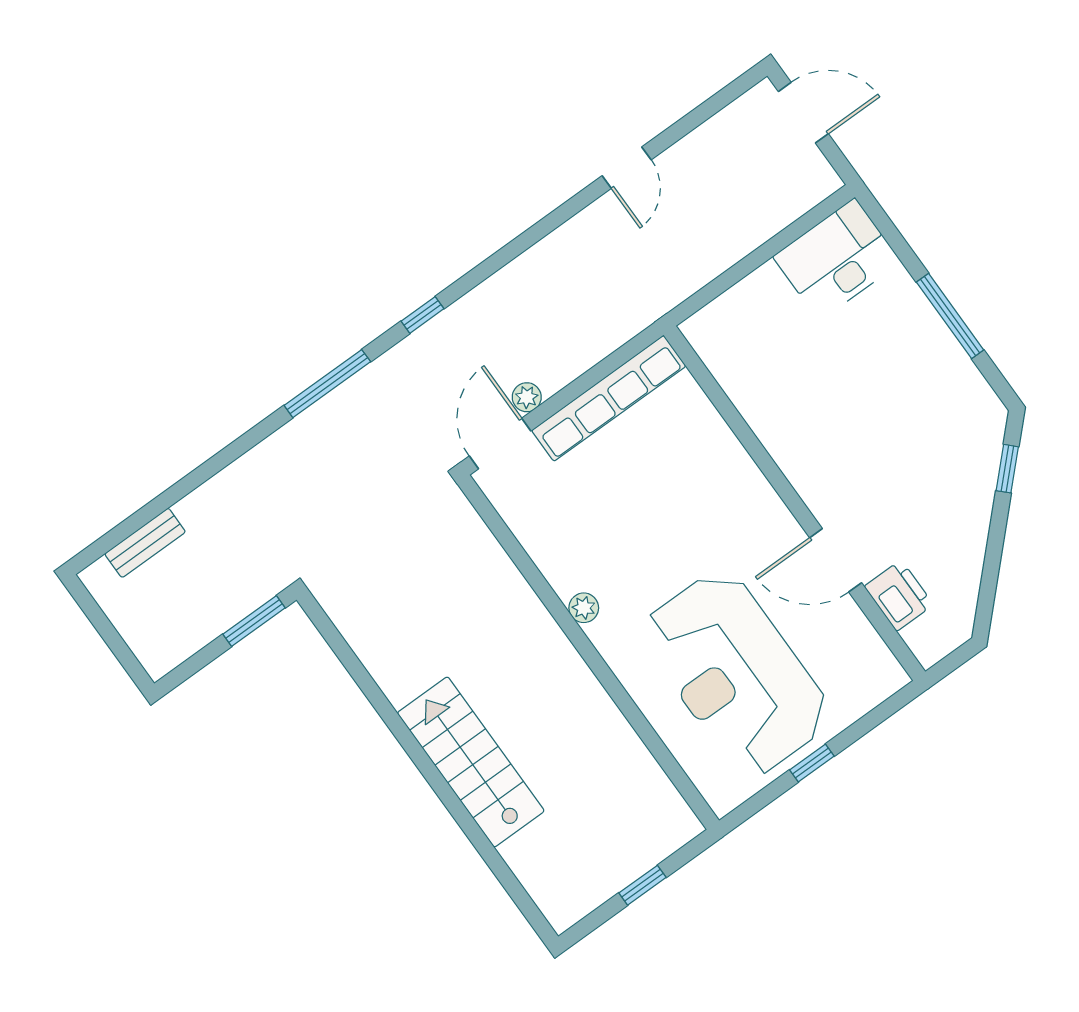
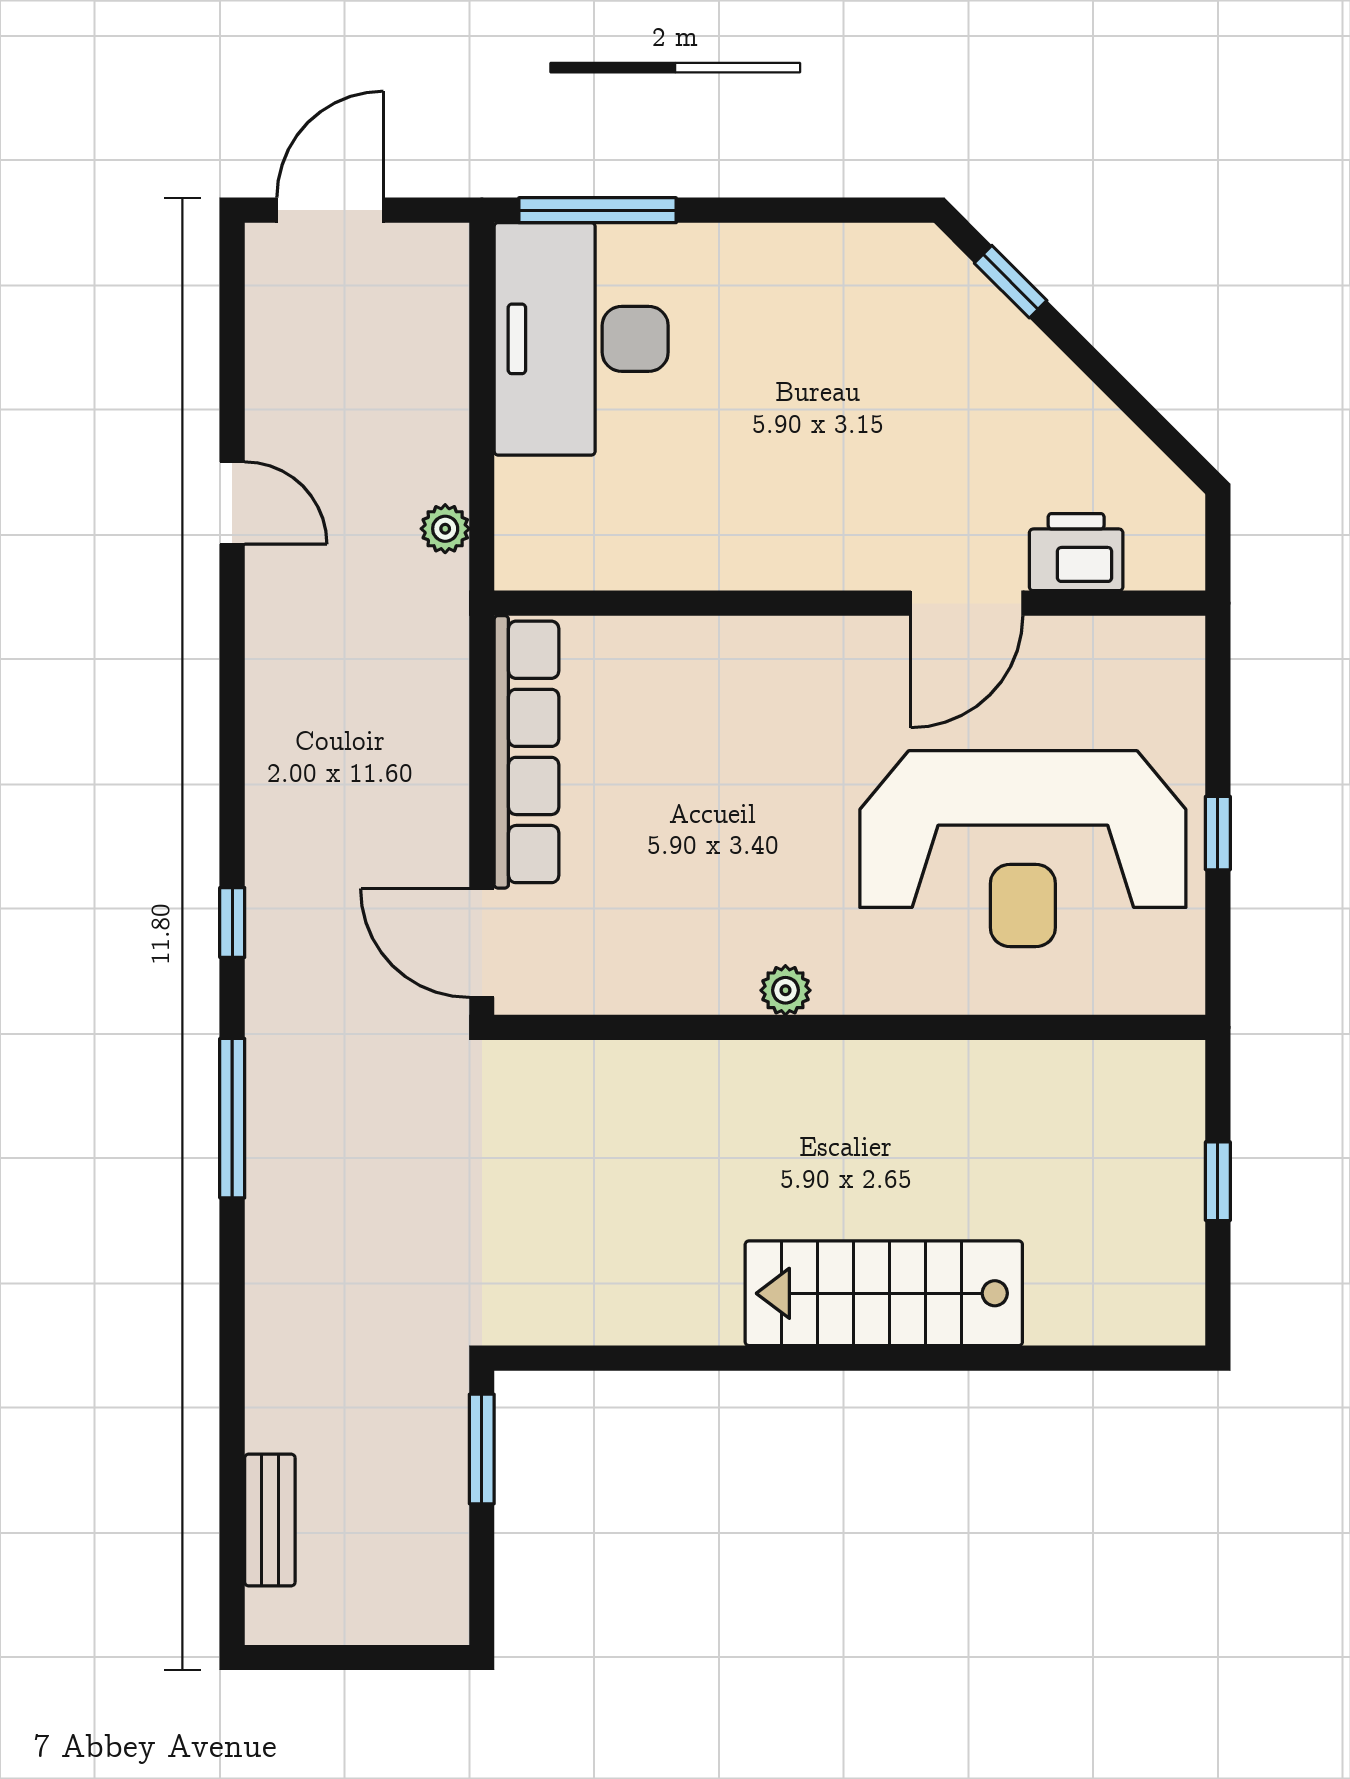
desk: (837, 259) -> (581, 339), width x1.36, depth x1.30
window: (950, 316) -> (598, 210), moved
plant: (527, 397) -> (445, 529), moved

